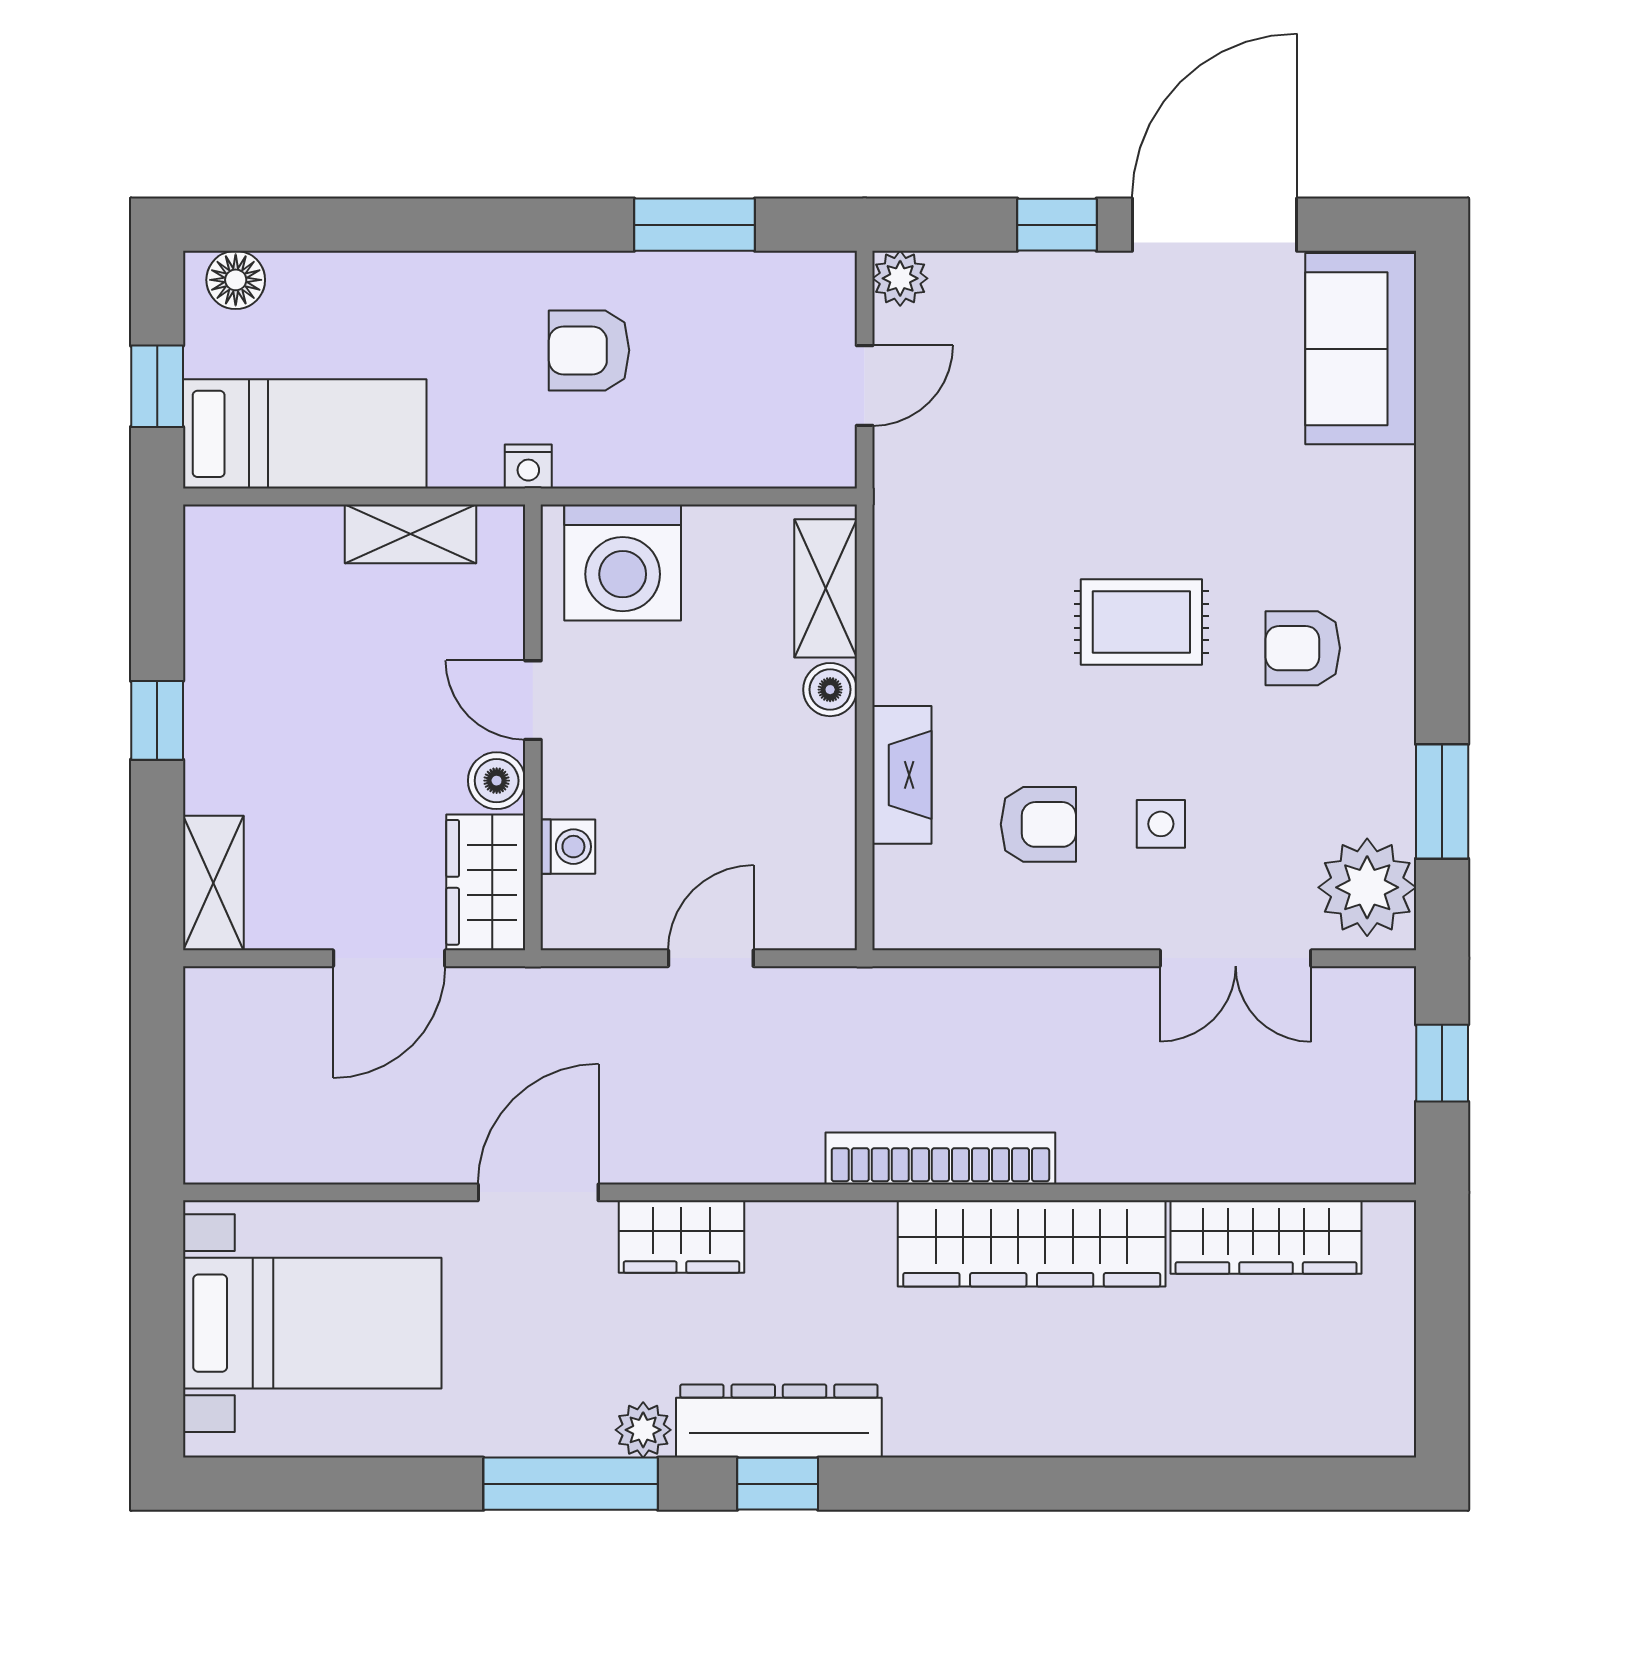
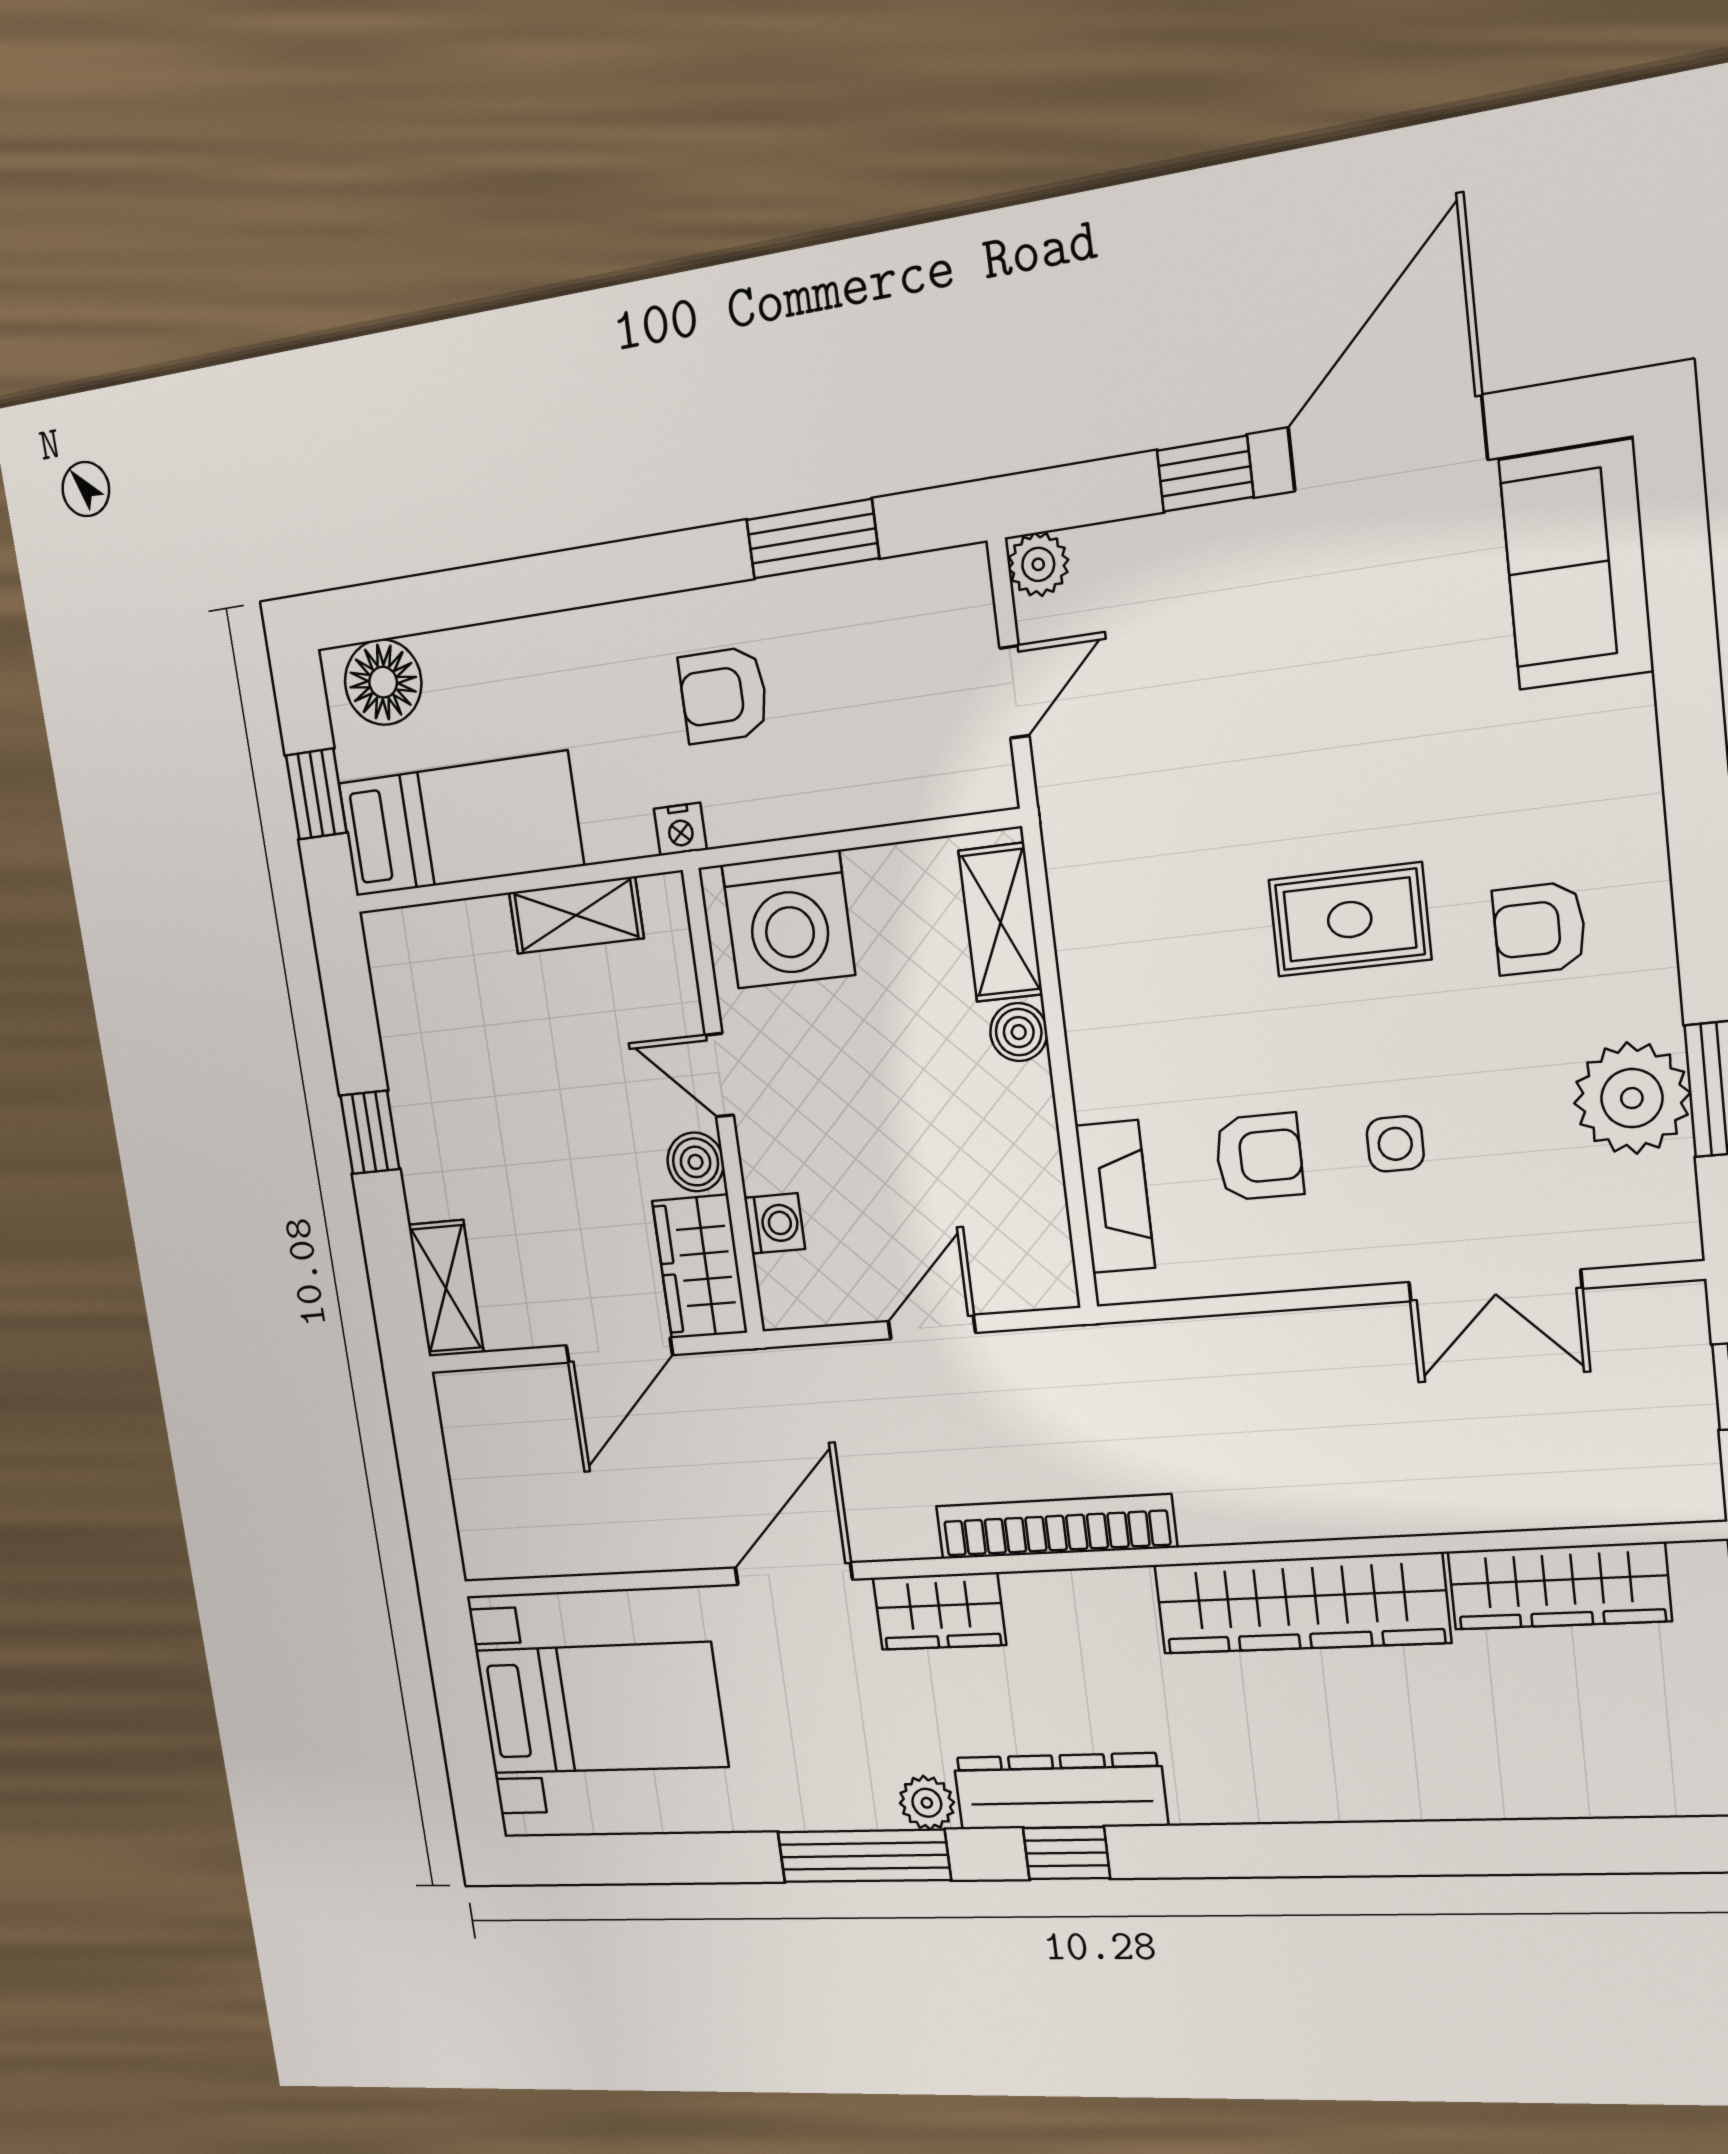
floor lamp: (236, 280) -> (383, 682), width x1.38, depth x1.38
fireplace: (902, 775) -> (1115, 1197), moved
plant: (1367, 887) -> (1632, 1098), moved
bookcase: (940, 1158) -> (1056, 1527), moved

